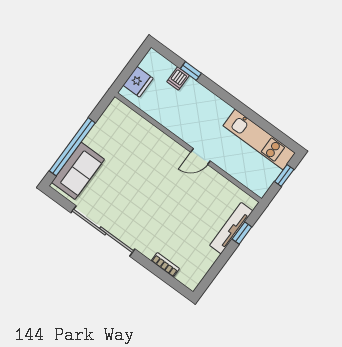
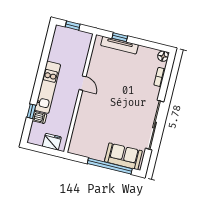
kitchen unit: (259, 139) -> (48, 87), moved
floor lamp: (192, 281) -> (163, 56), added

